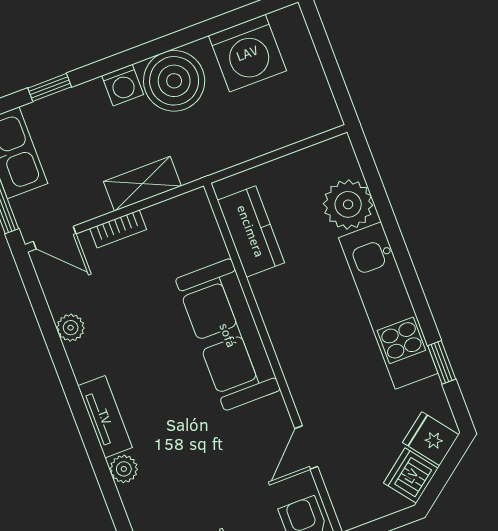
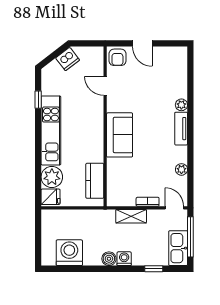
boiler: (174, 81) -> (109, 259), width x0.54, depth x0.54
sofa: (228, 335) -> (120, 135), width x0.73
fridge: (431, 439) -> (51, 197), moved, turned -52
door: (306, 448) -> (105, 86), swing flipped

